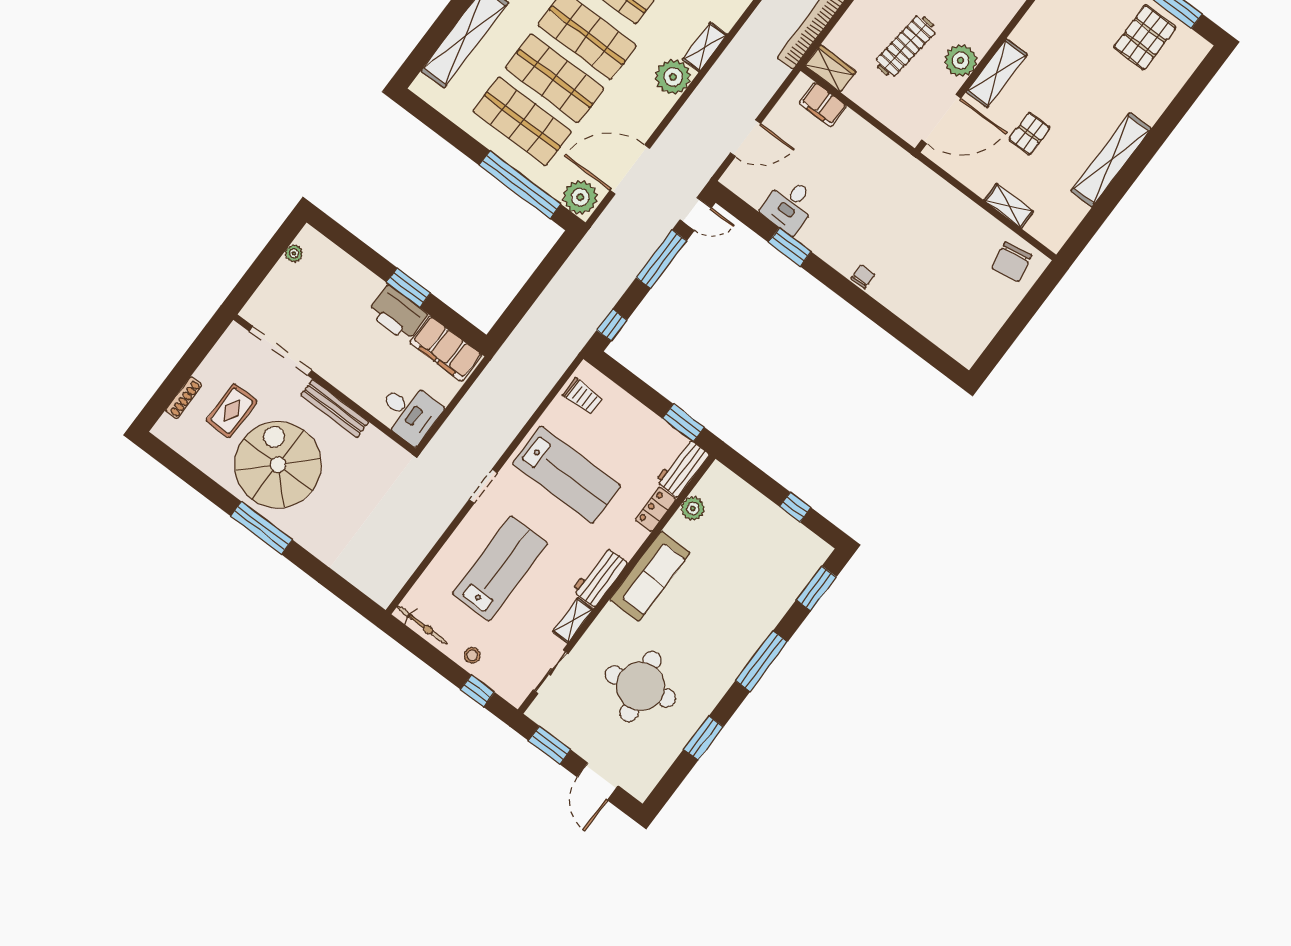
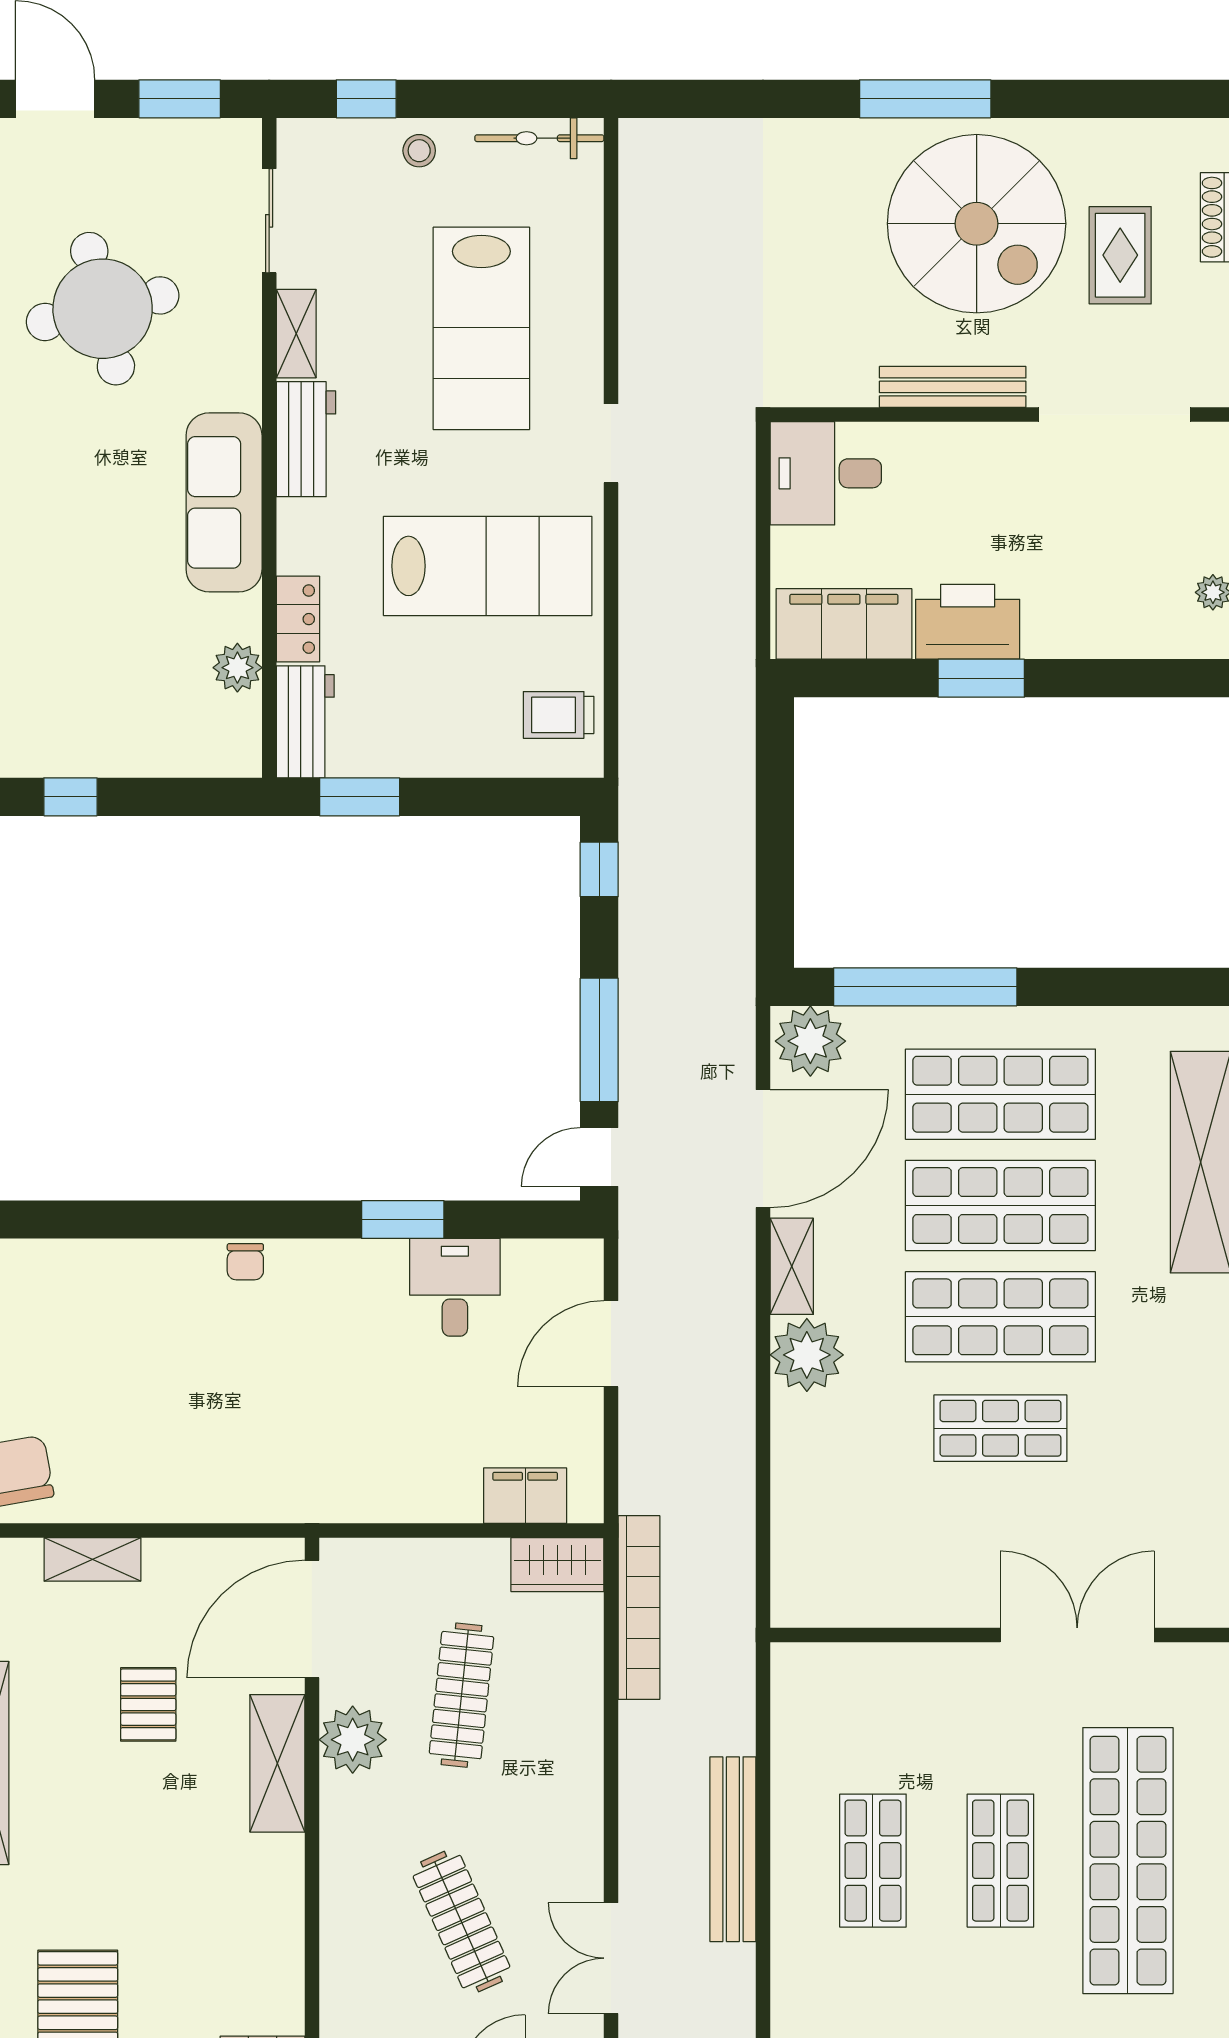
shelving: (705, 47) -> (792, 1266), moved
lab bench: (567, 475) -> (488, 566), turned 180

